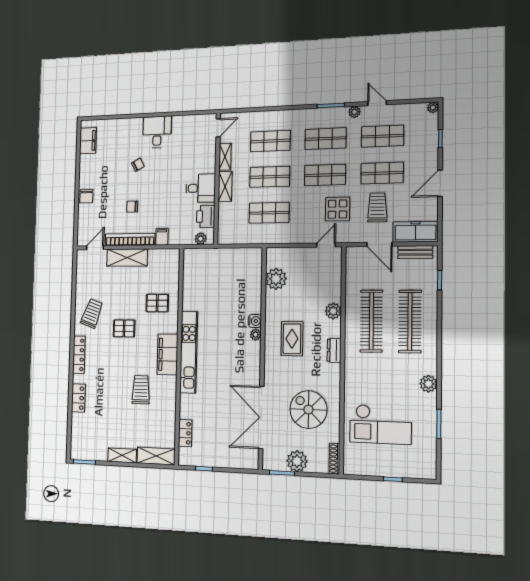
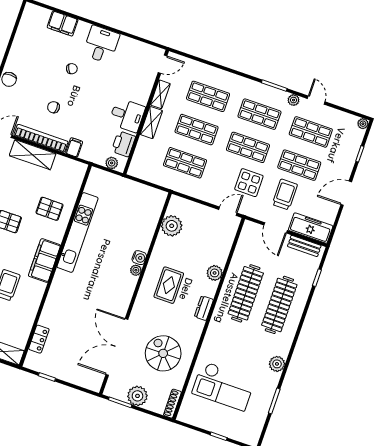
filing cabinet: (88, 141) -> (63, 24), moved, turned 90
kitchen unit: (189, 352) -> (78, 232), moved

